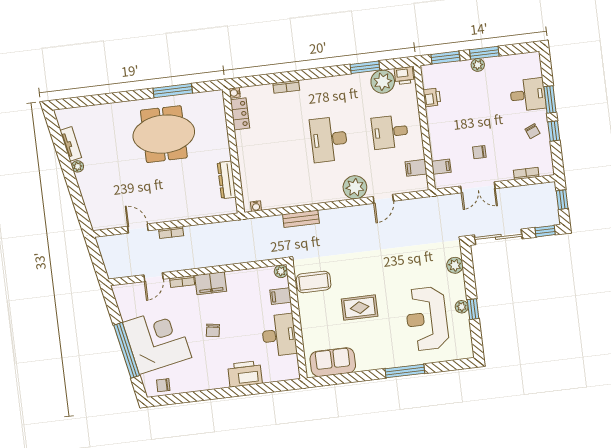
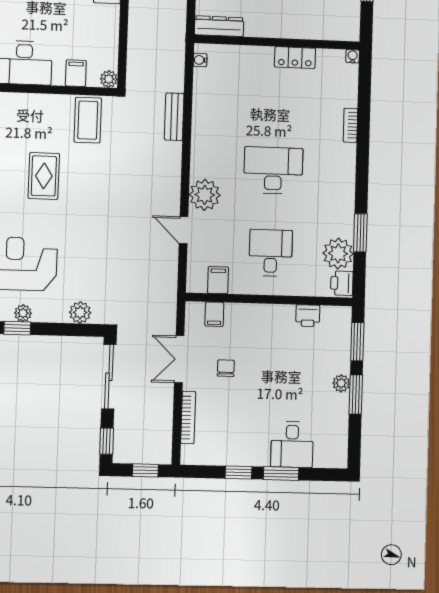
locker: (240, 114) -> (295, 58), moved
chair: (532, 131) -> (243, 444), removed
bookcase: (526, 173) -> (188, 417), width x1.56
dresser: (227, 180) -> (219, 26), moved

